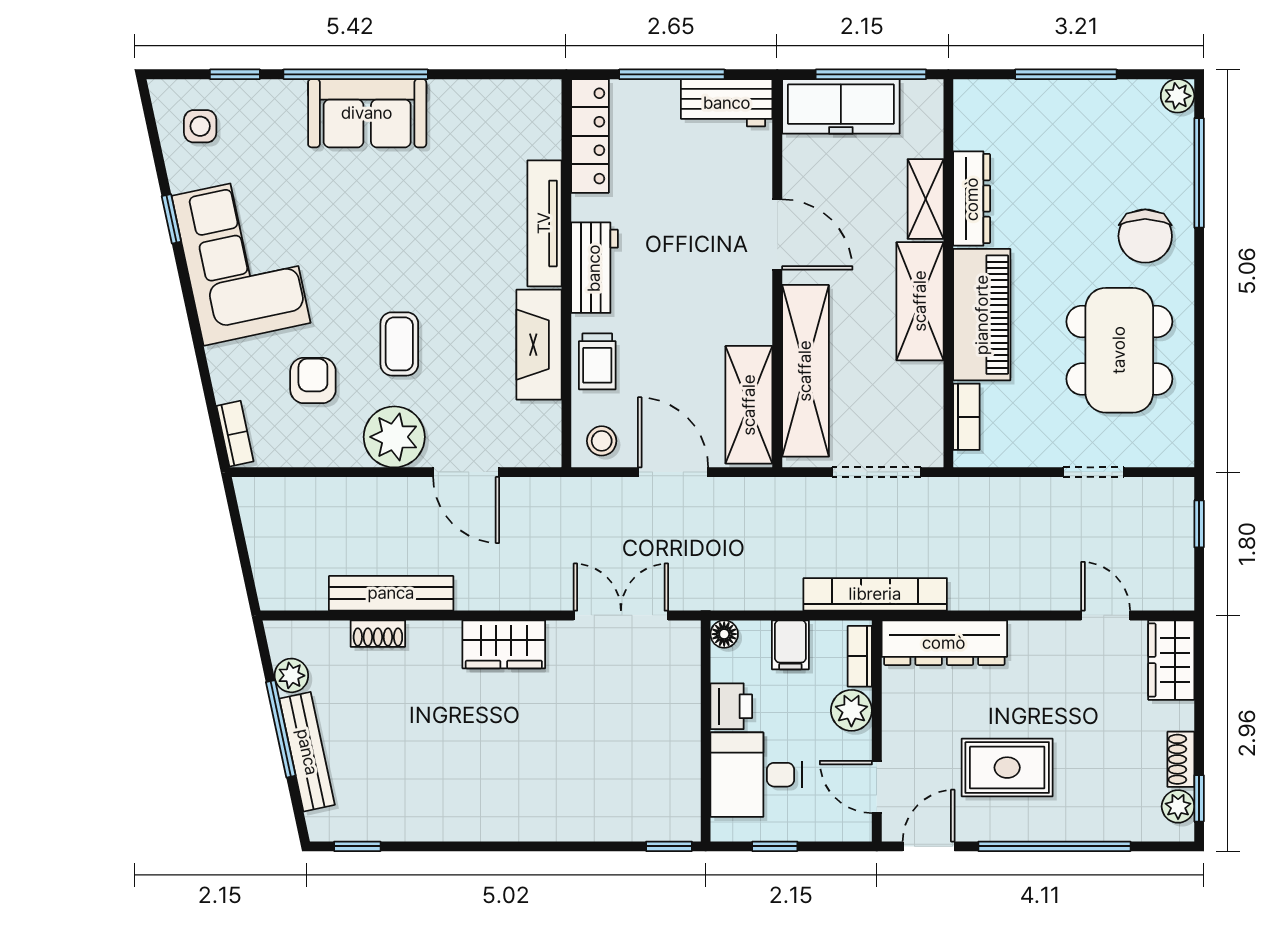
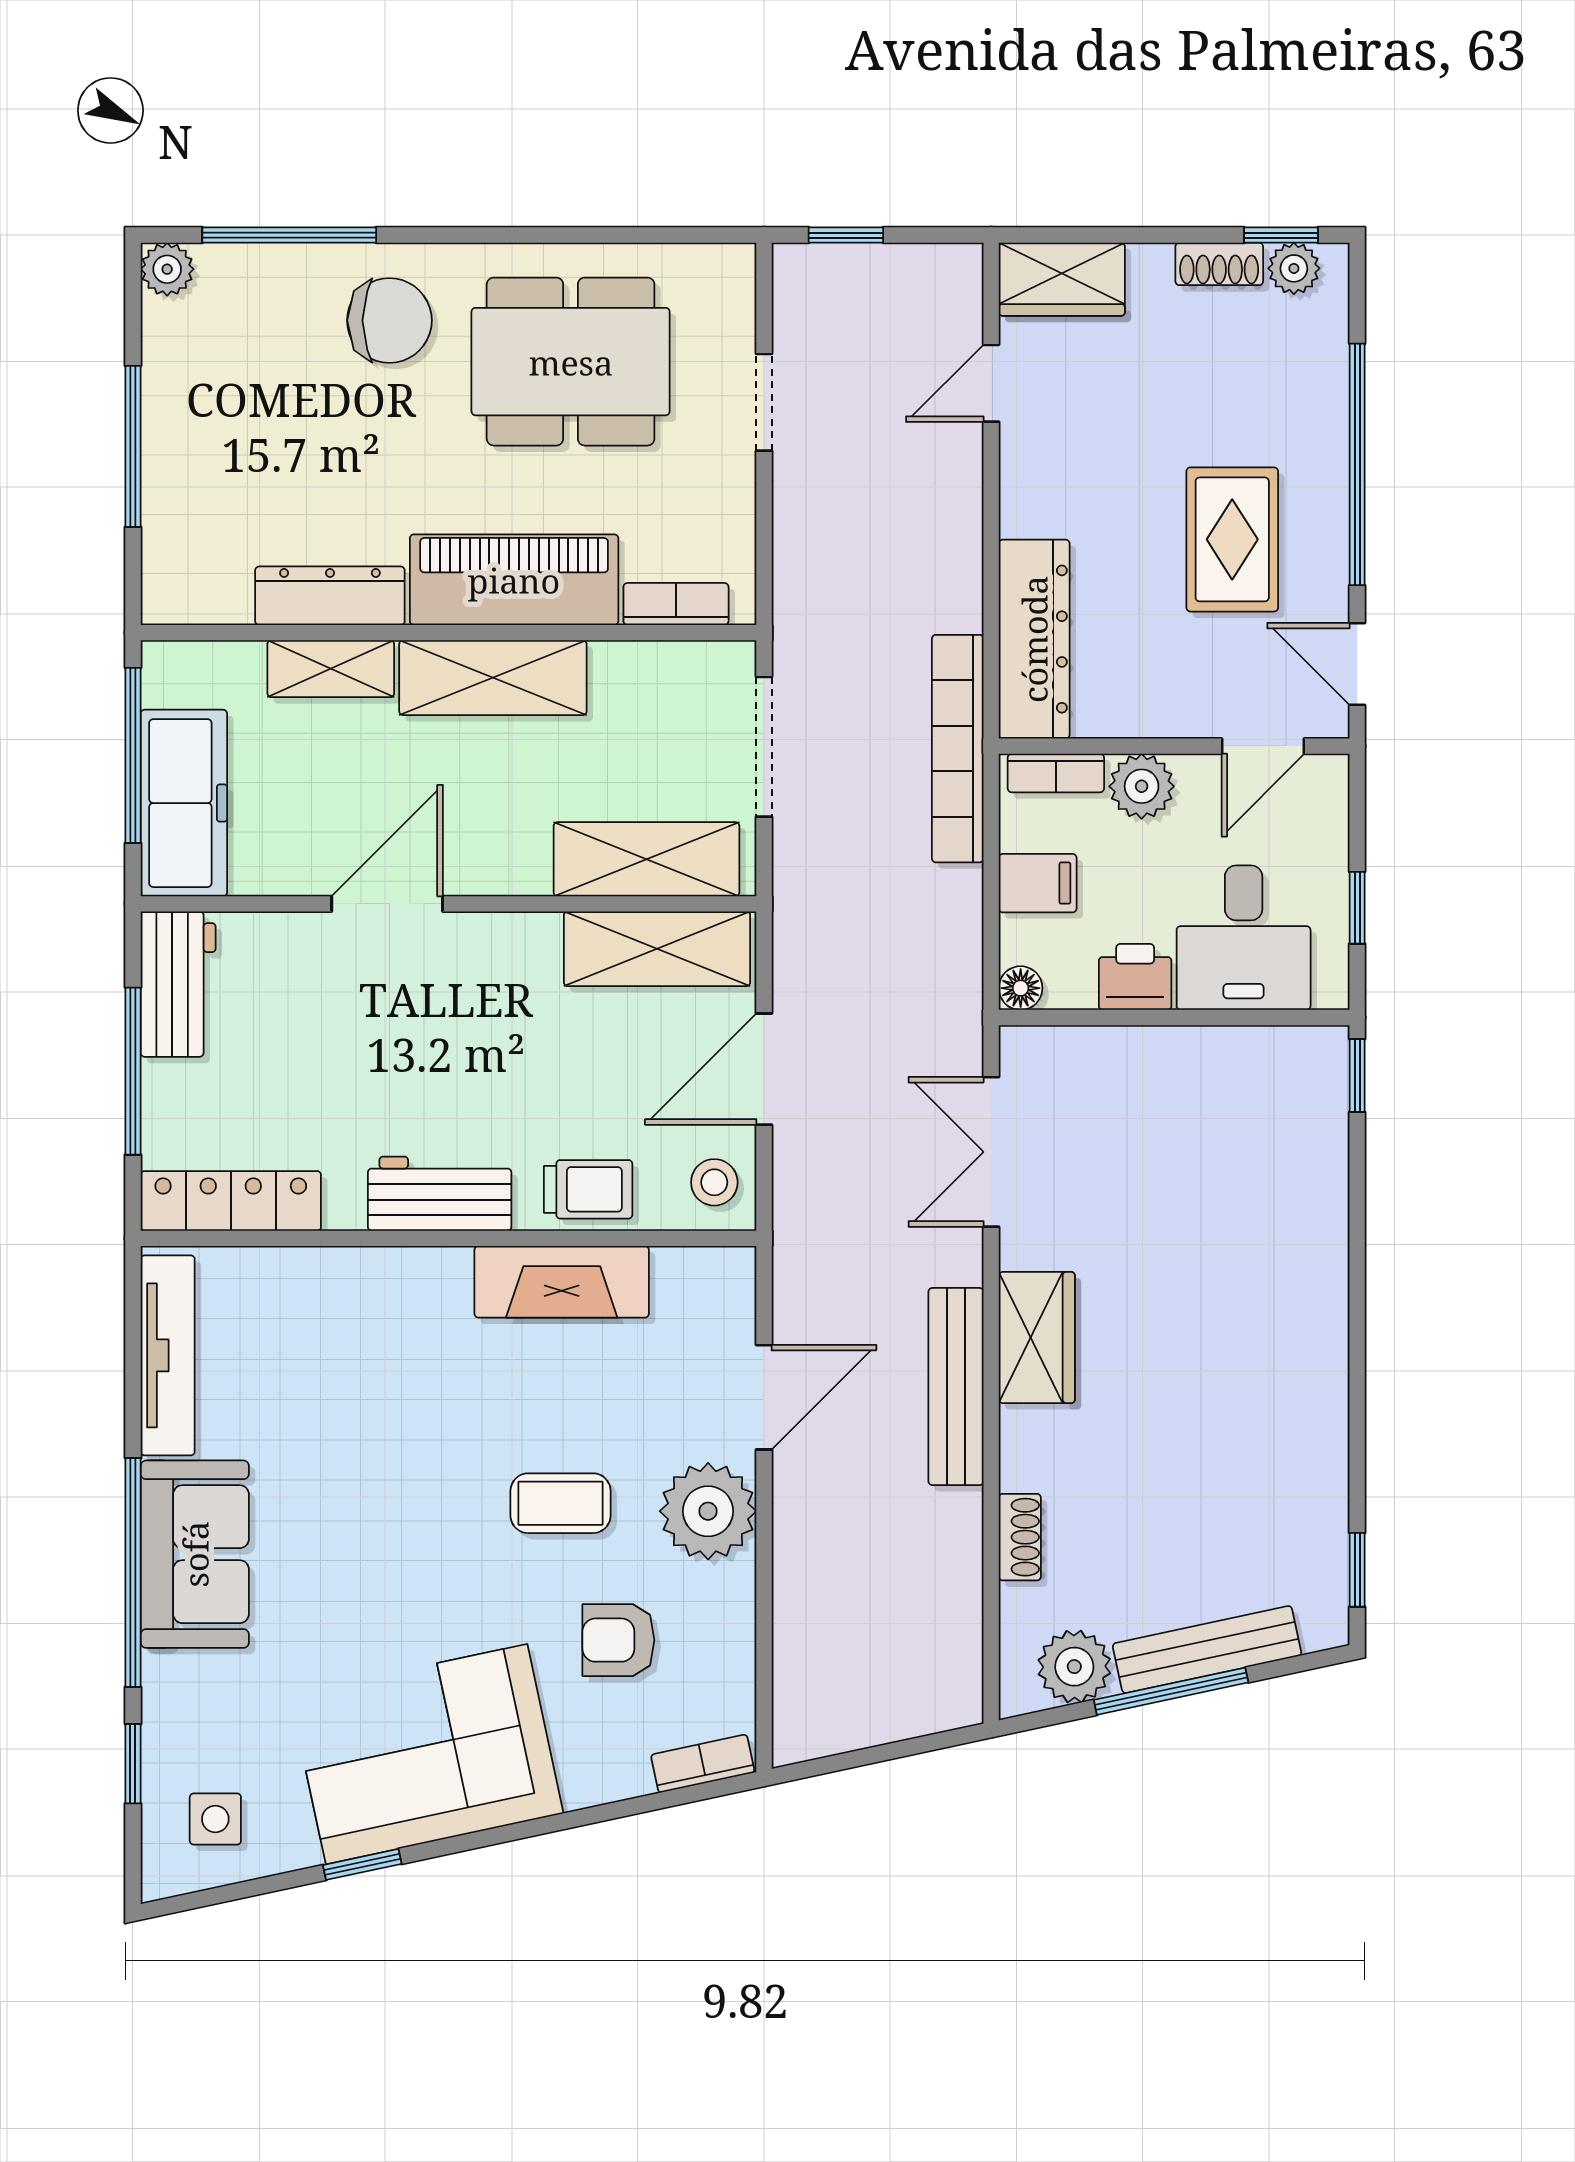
tv unit: (544, 223) -> (168, 1355), moved, turned -90
shelving: (805, 371) -> (647, 859), width x0.68
bench: (391, 593) -> (956, 1387), moved
plant: (291, 675) -> (1074, 1667), width x1.38, depth x1.38

